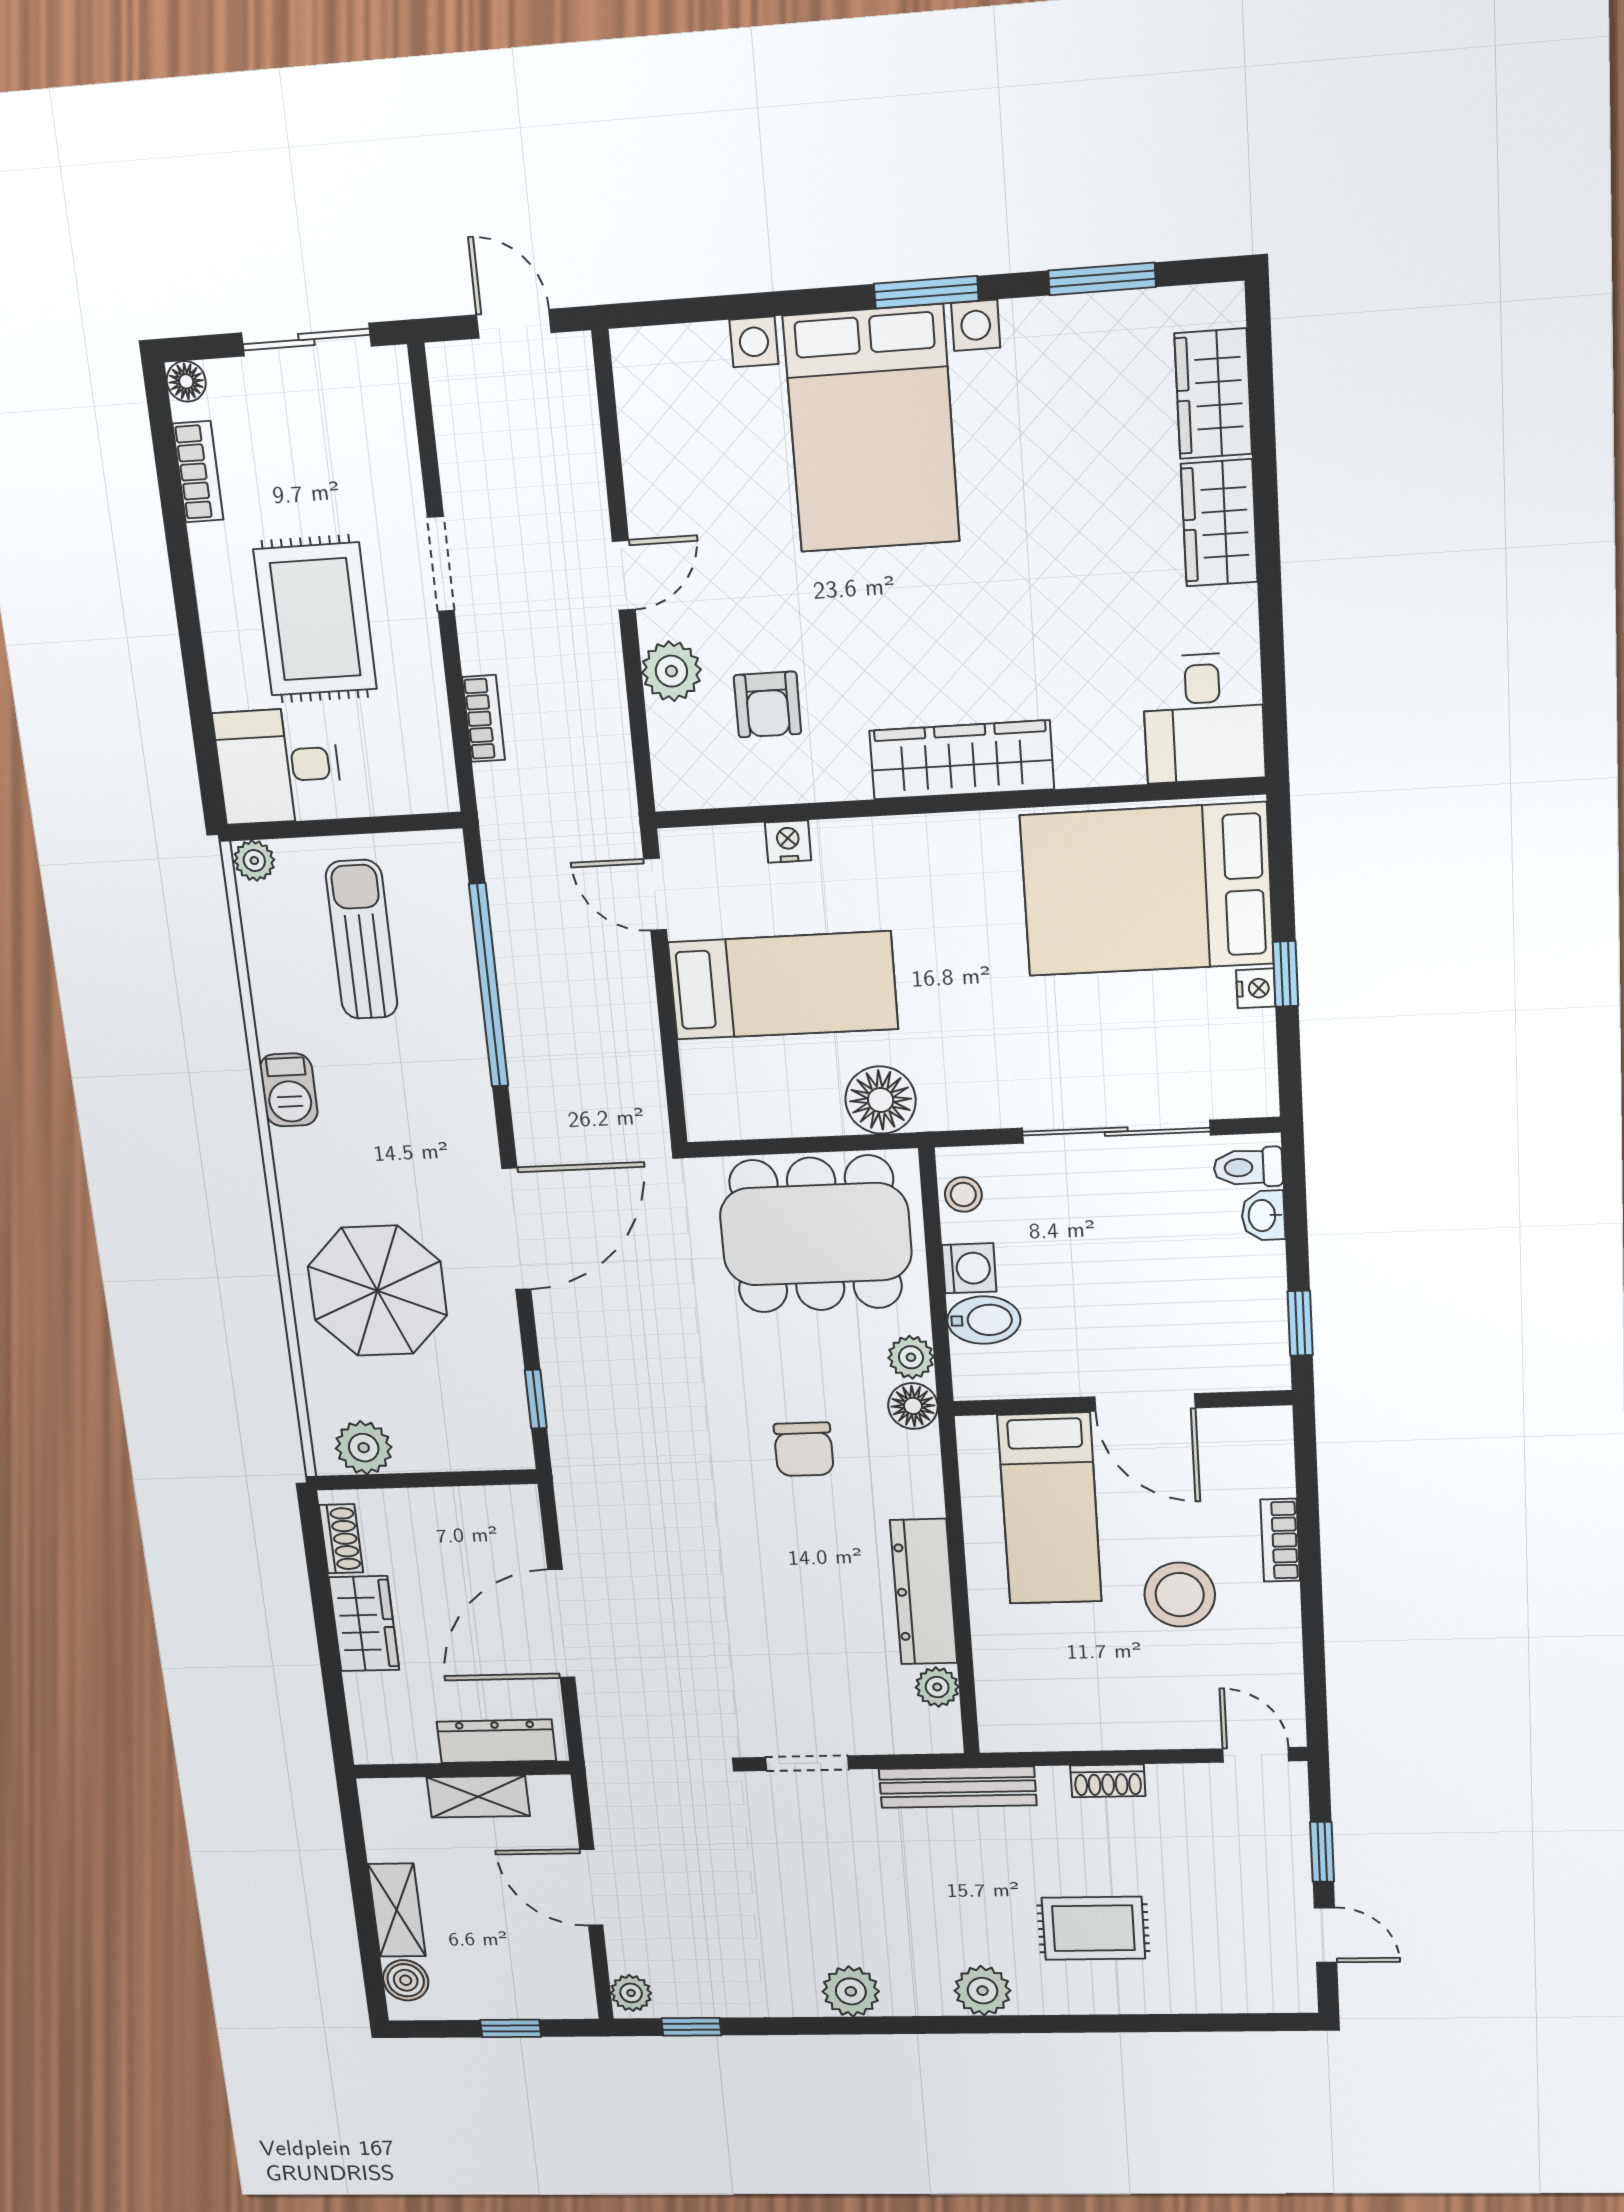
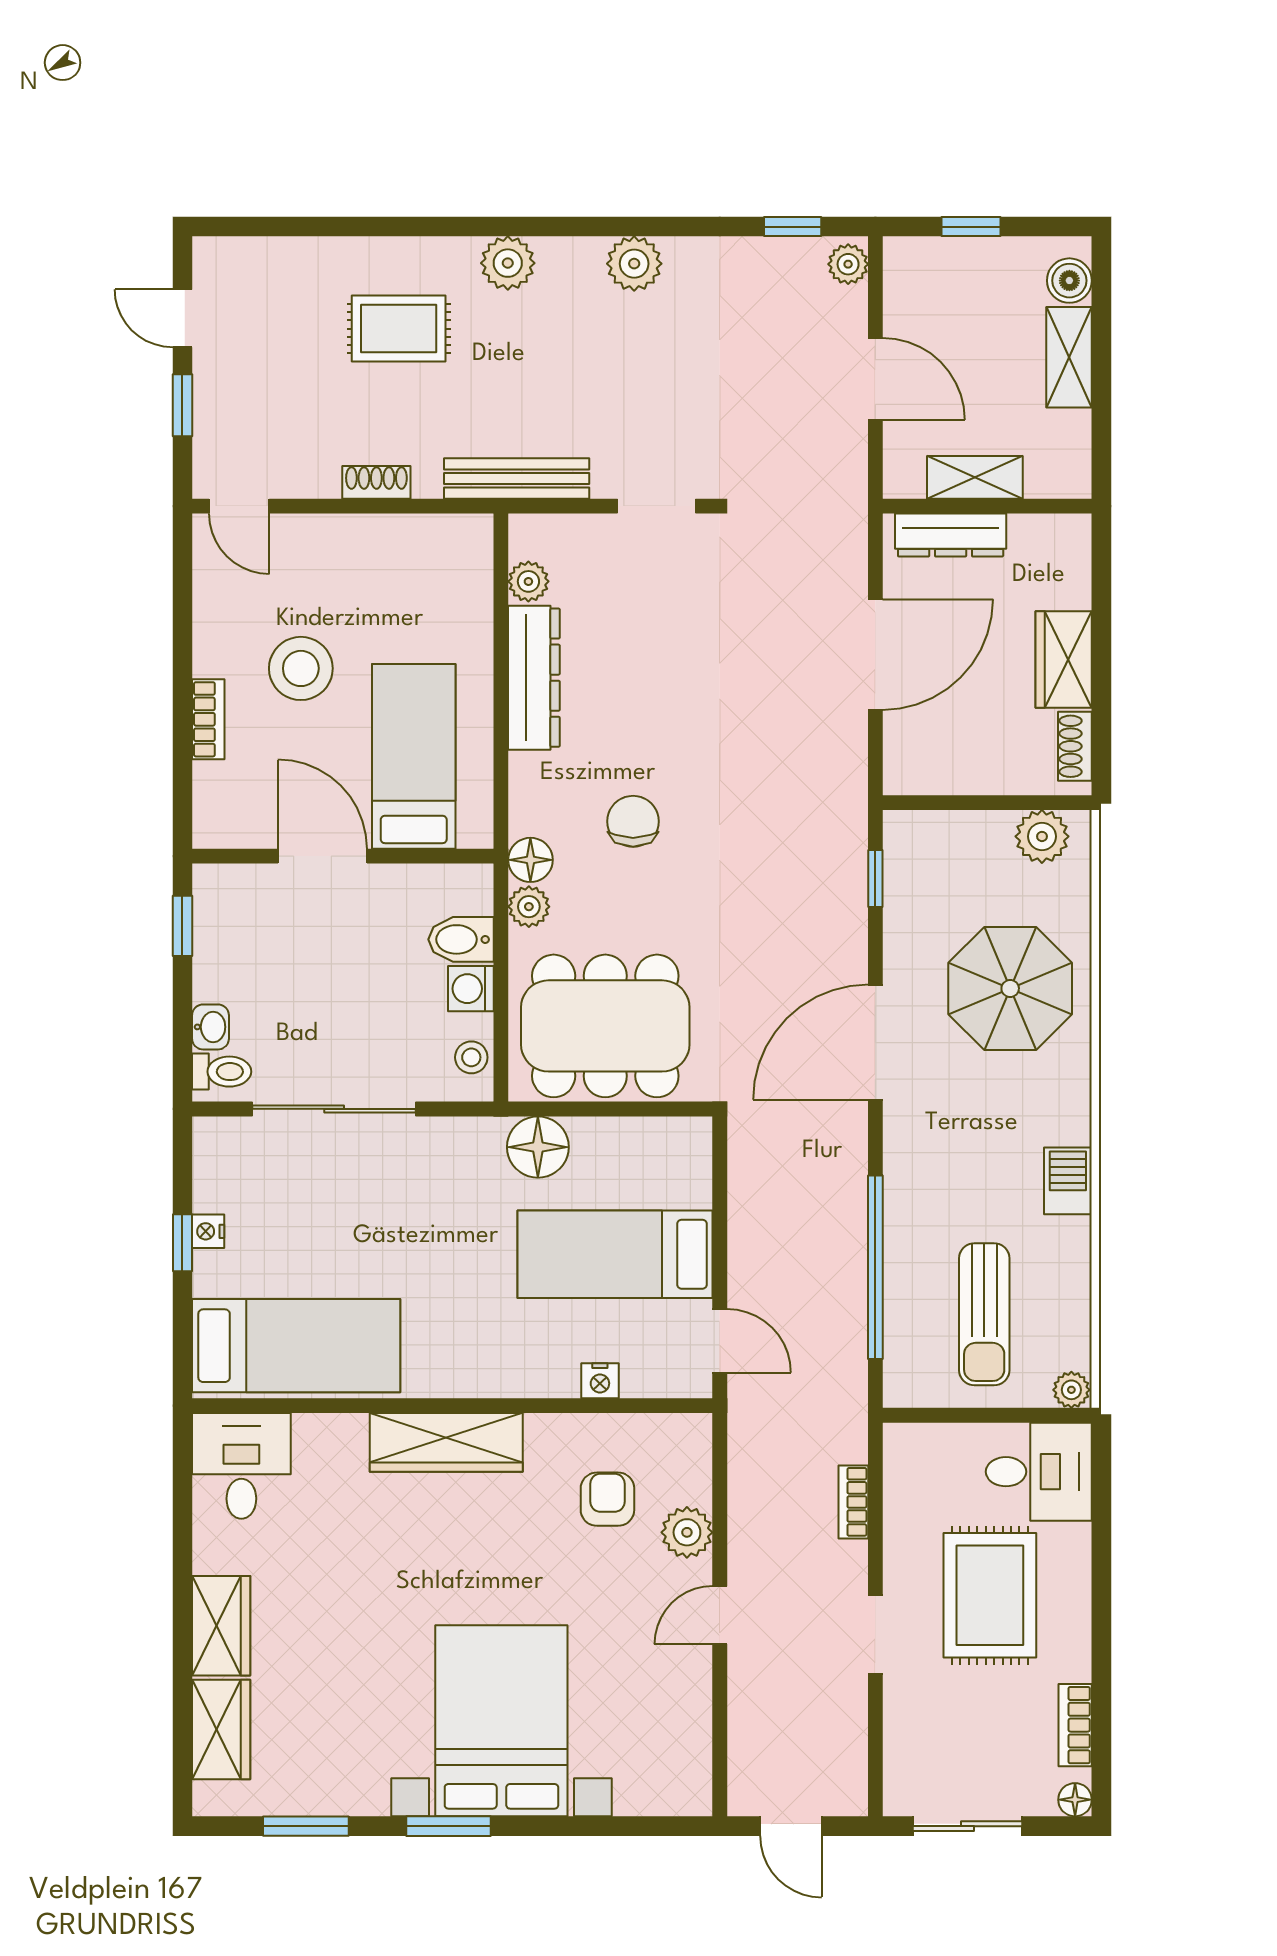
bed: (1147, 890) -> (296, 1346), width x0.67

